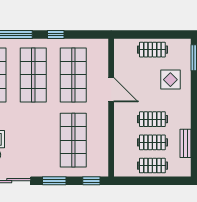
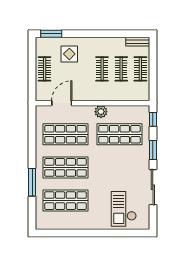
window: (56, 34) -> (32, 149), removed
door: (111, 90) -> (62, 103), moved
plant: (101, 118) -> (101, 112), added
bench: (186, 143) -> (138, 42), moved

